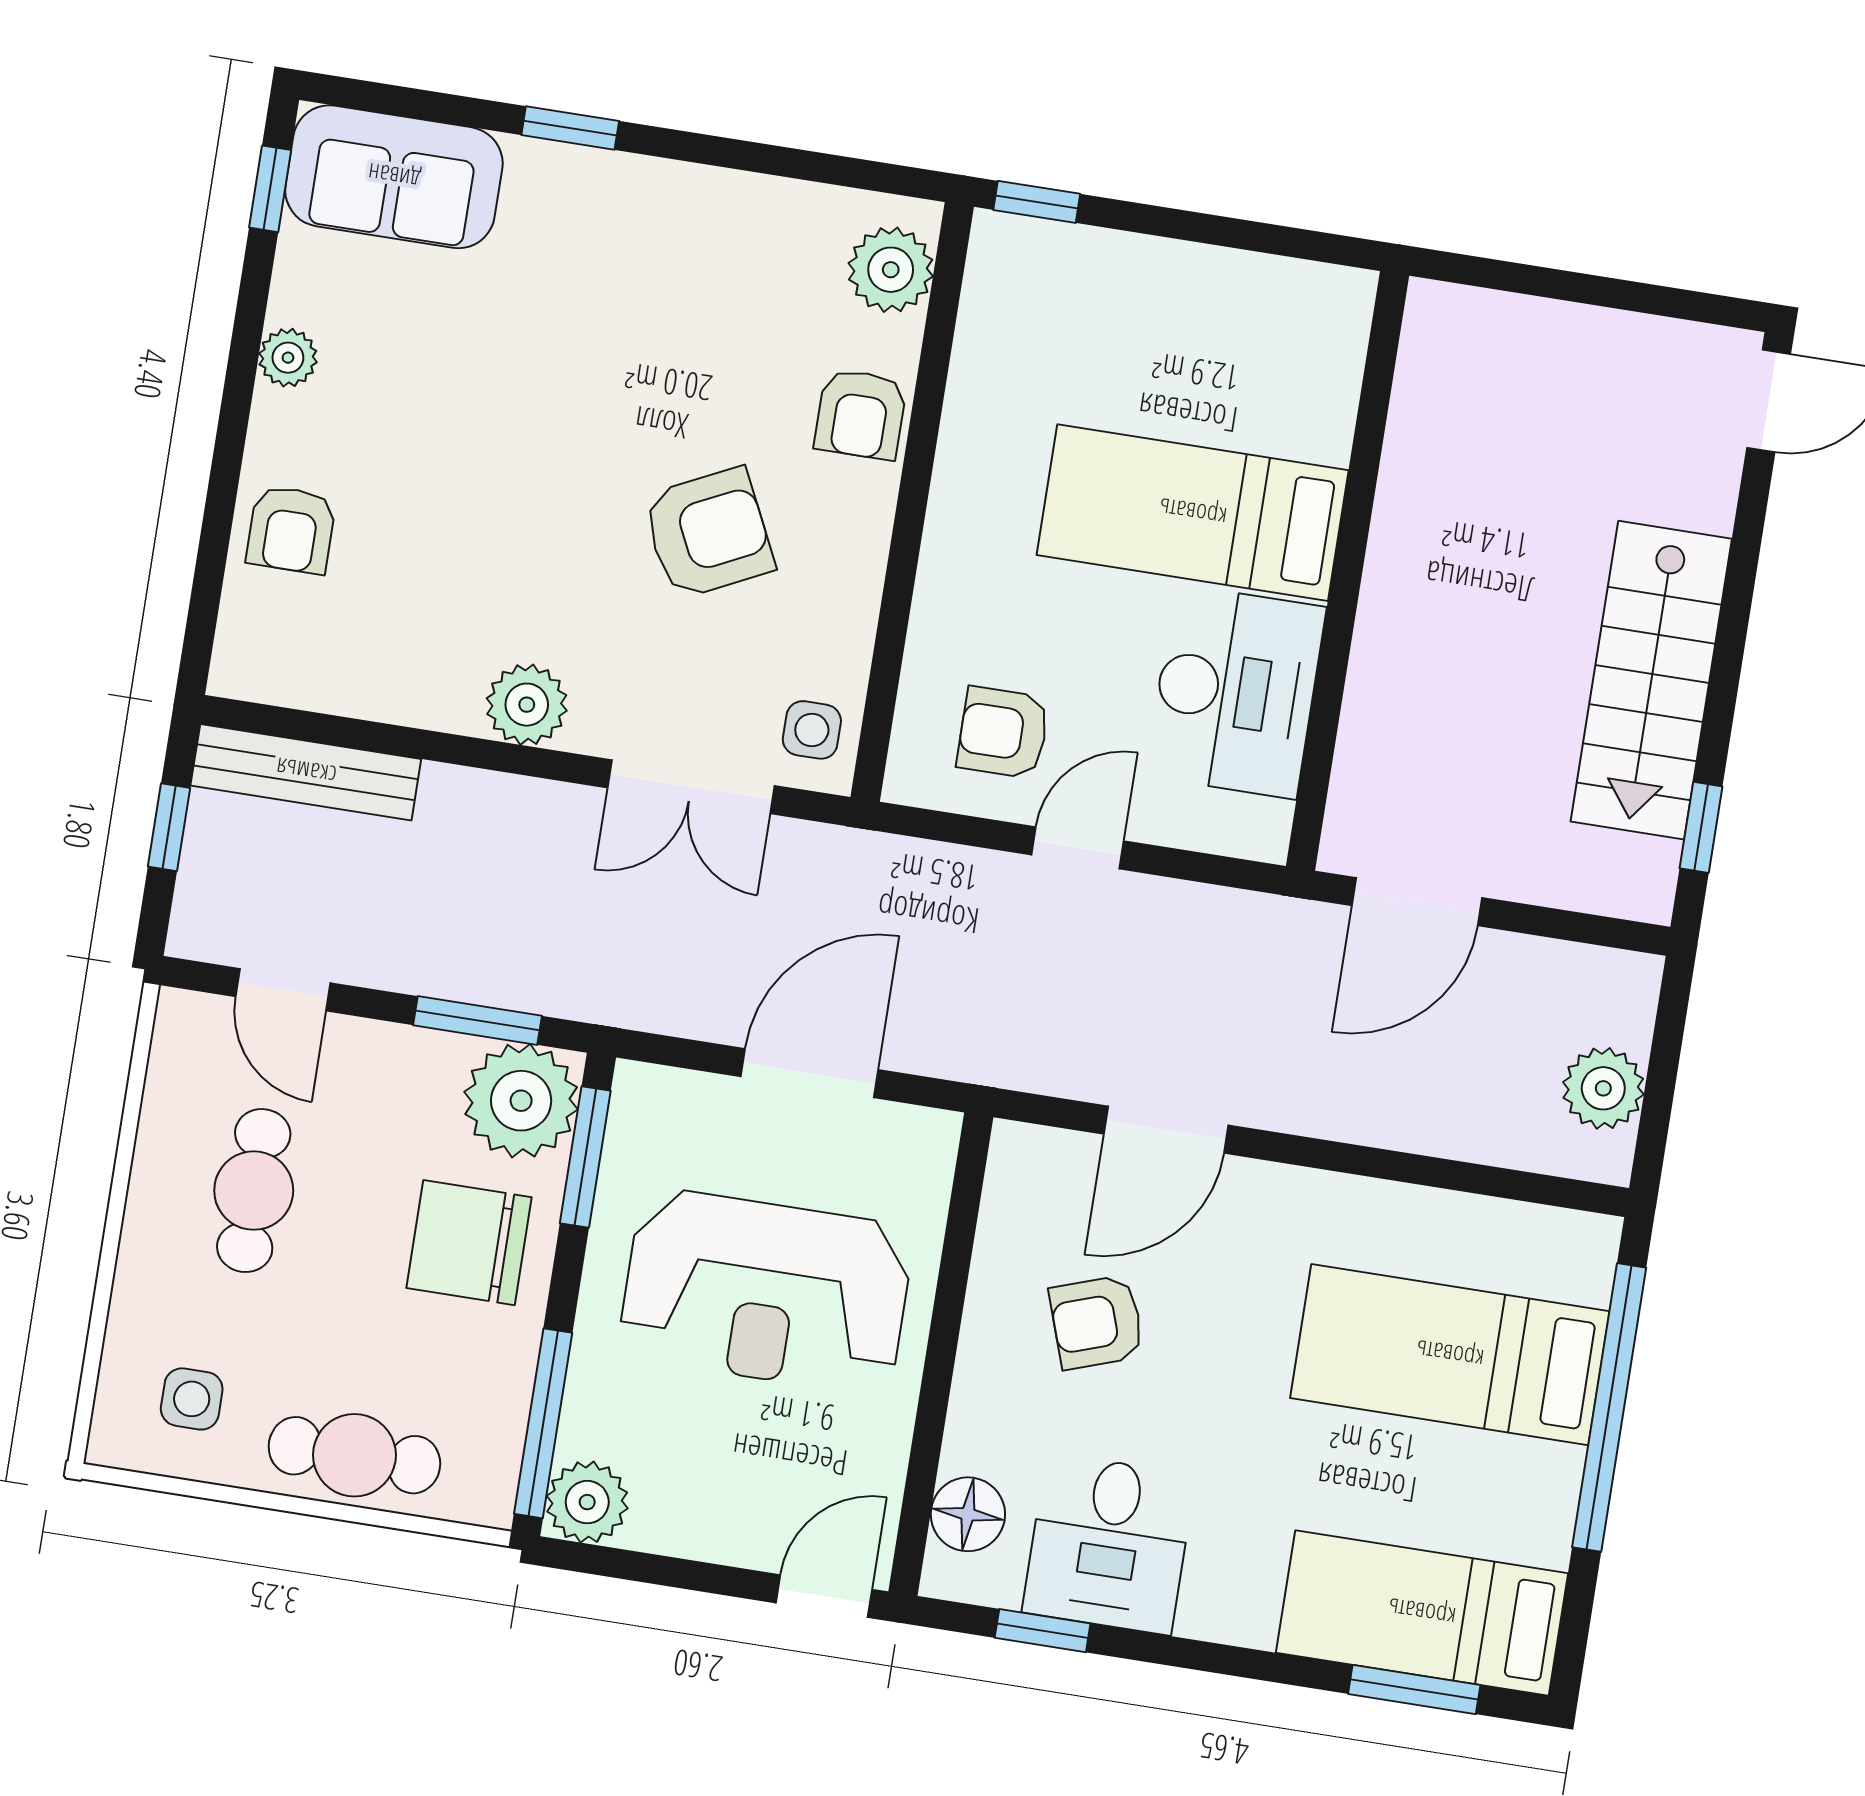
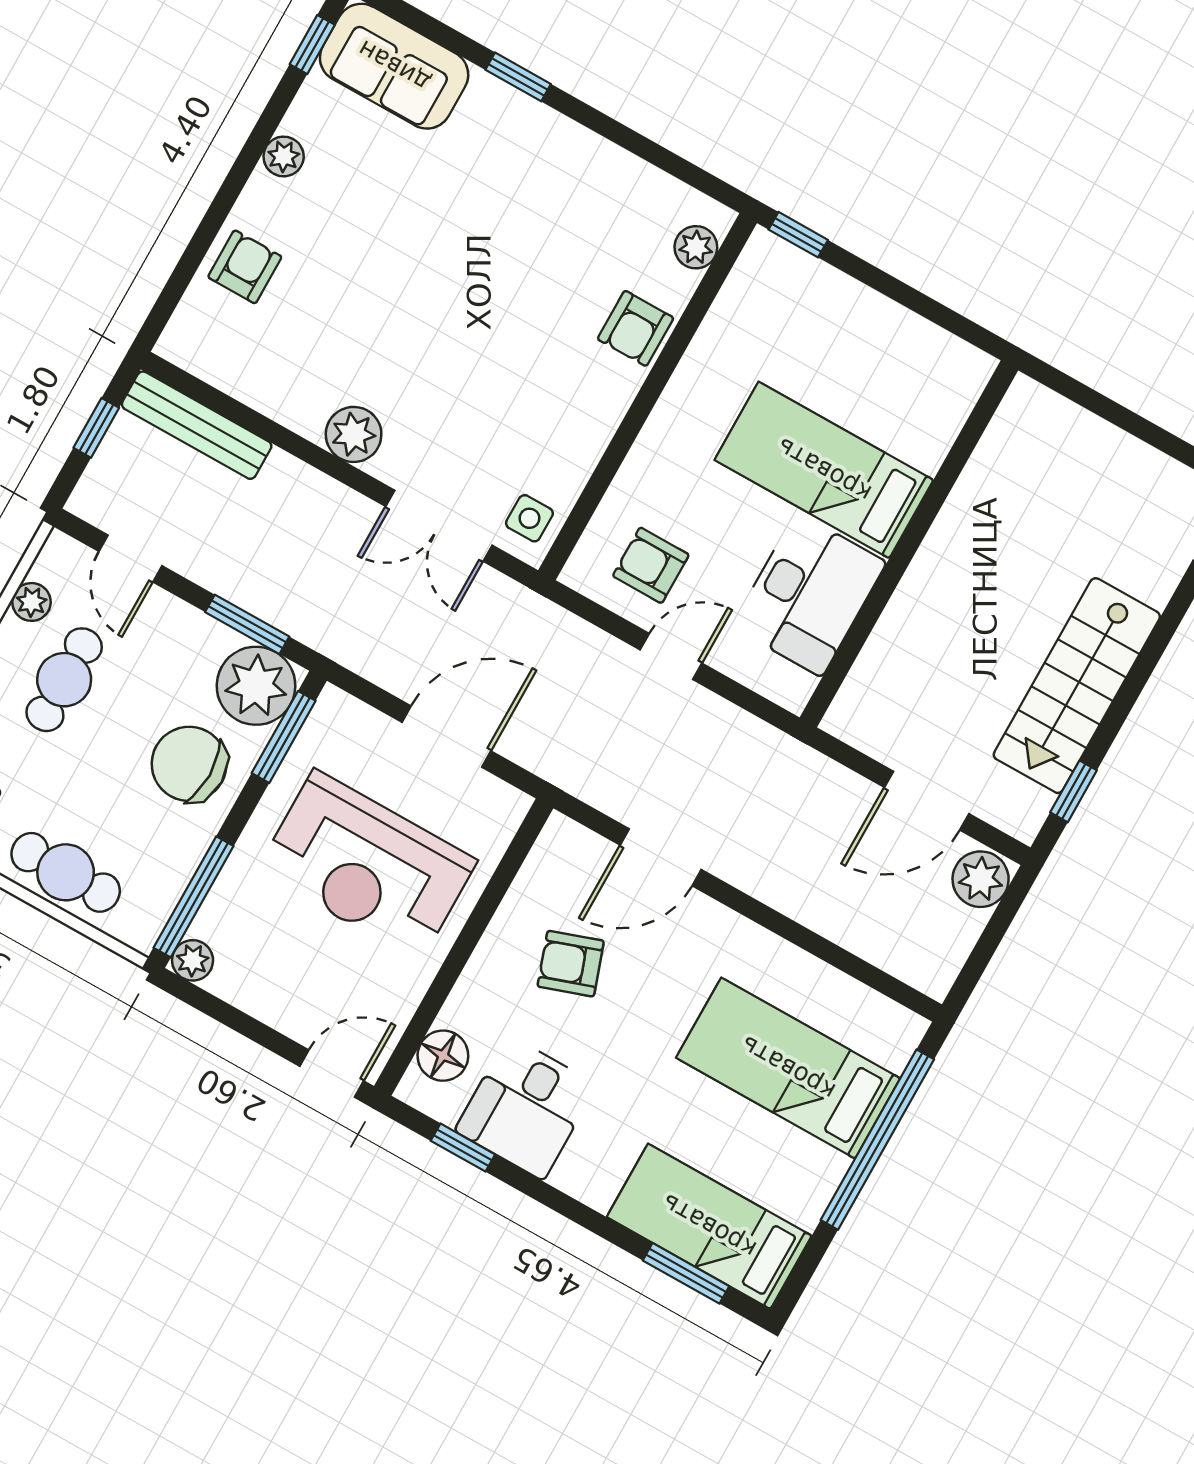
plant: (891, 270) -> (696, 247), width x0.73, depth x0.73
armchair: (291, 530) -> (245, 267), turned 180
armchair: (708, 533) -> (510, 368), removed
door: (1417, 902) -> (927, 801), moved
plant: (1603, 1088) -> (981, 879), moved
plant: (169, 1100) -> (31, 602), added
plant: (587, 1502) -> (193, 960), width x0.73, depth x0.73

